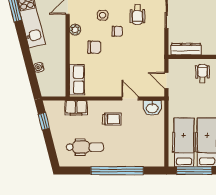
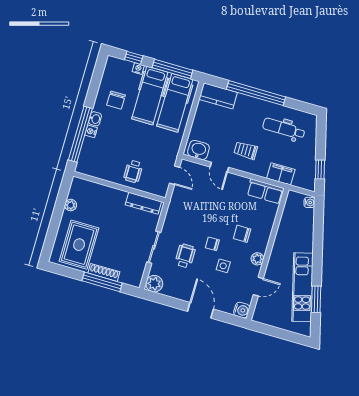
water cooler: (39, 67) -> (309, 202), moved
row of seats: (77, 80) -> (265, 191), moved, turned -90
kitchen counter: (149, 159) -> (218, 96), added

